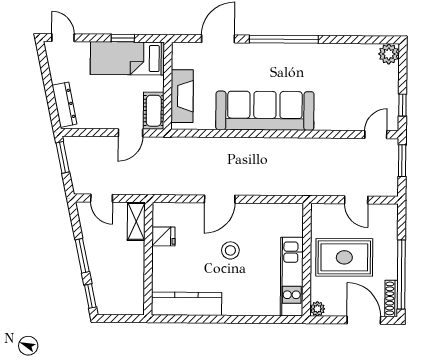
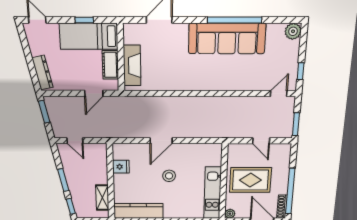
window: (284, 39) -> (235, 20), moved
cot: (154, 111) -> (110, 65), moved
sofa: (265, 111) -> (227, 38), moved, turned 180
window: (402, 161) -> (296, 124), moved
shelving: (136, 221) -> (102, 198), moved

